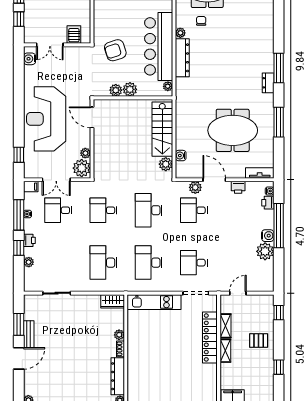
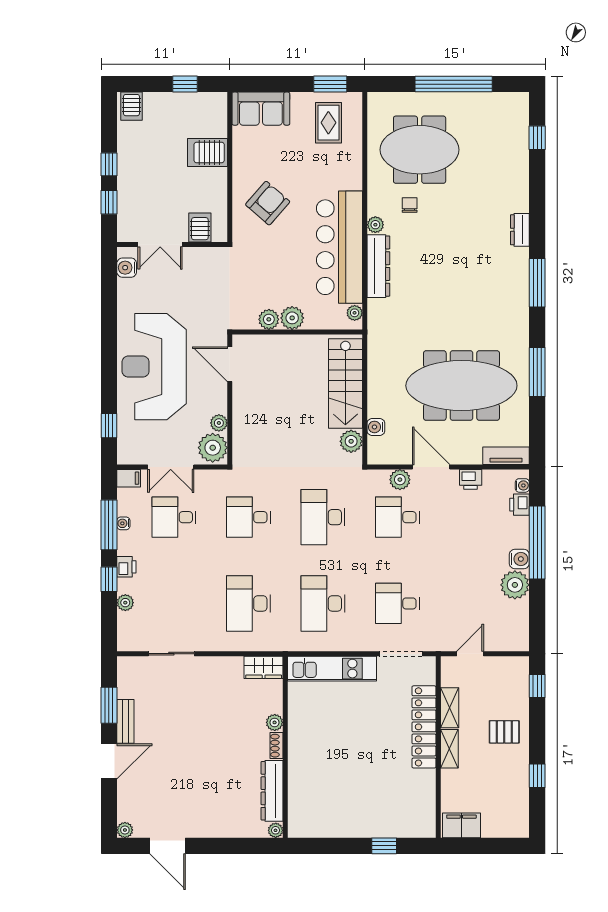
armchair: (115, 50) -> (268, 203), moved, turned 149
dresser: (268, 83) -> (520, 230), moved
meeting table: (233, 130) -> (461, 386), width x1.36

